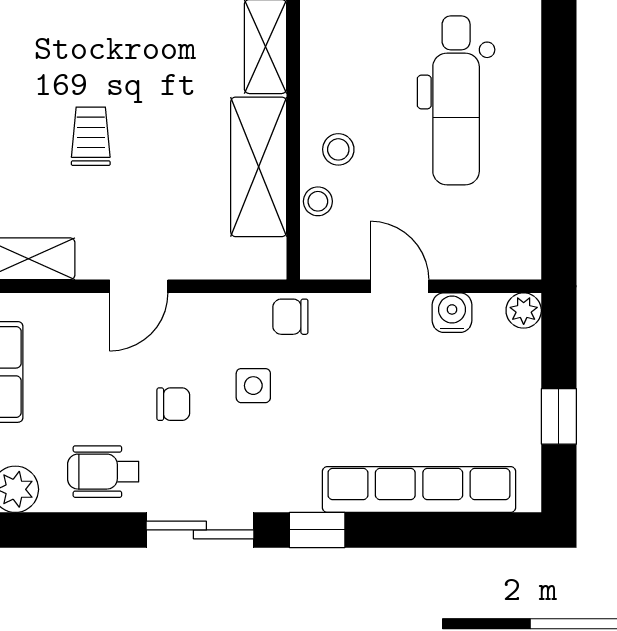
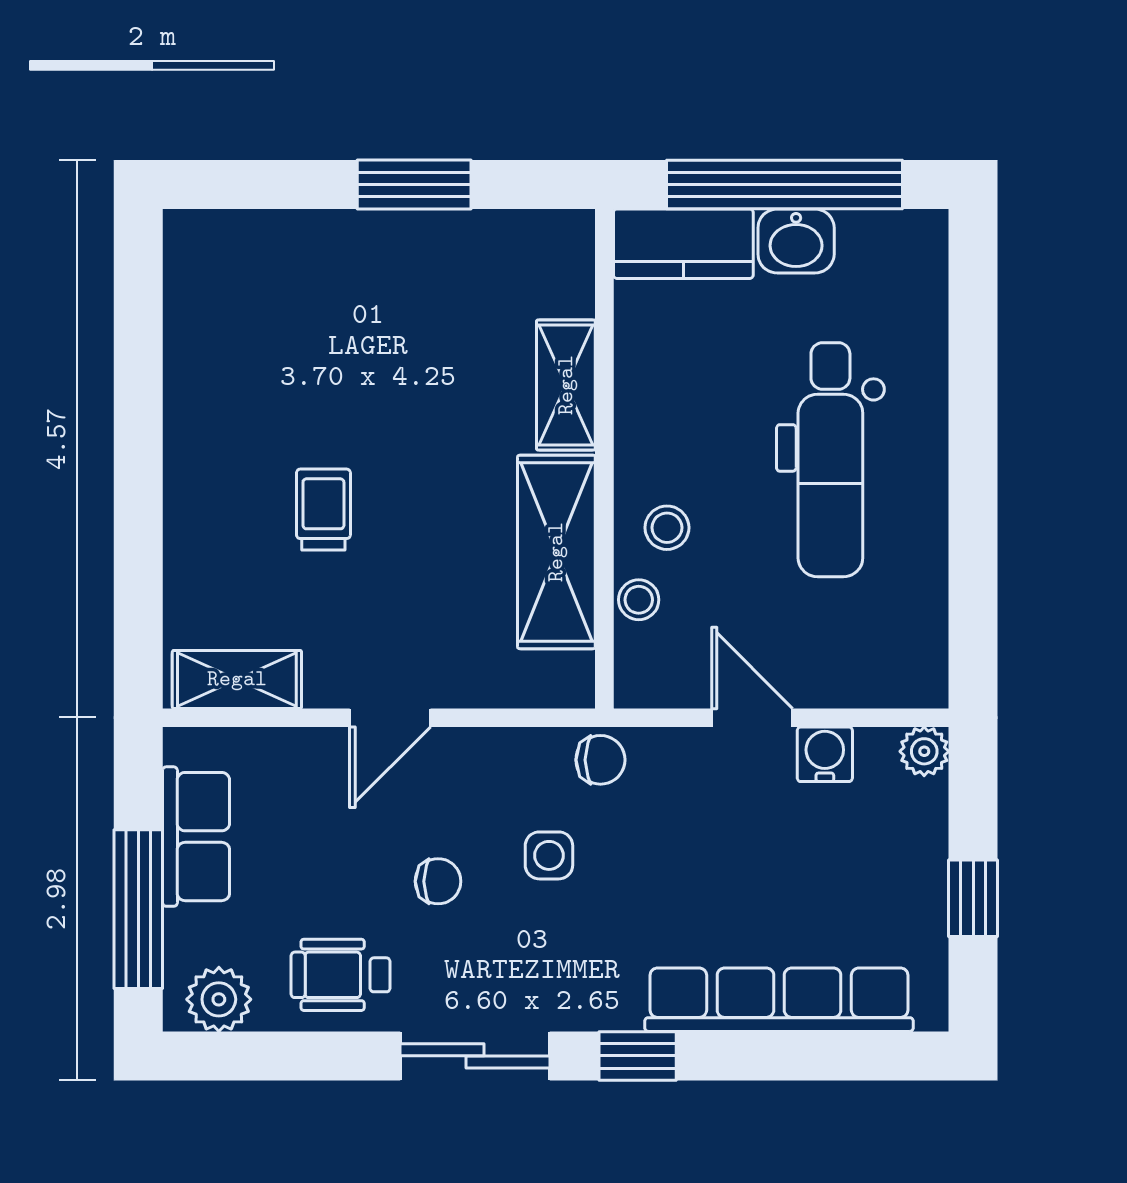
chair: (290, 317) -> (600, 760), turned 180

